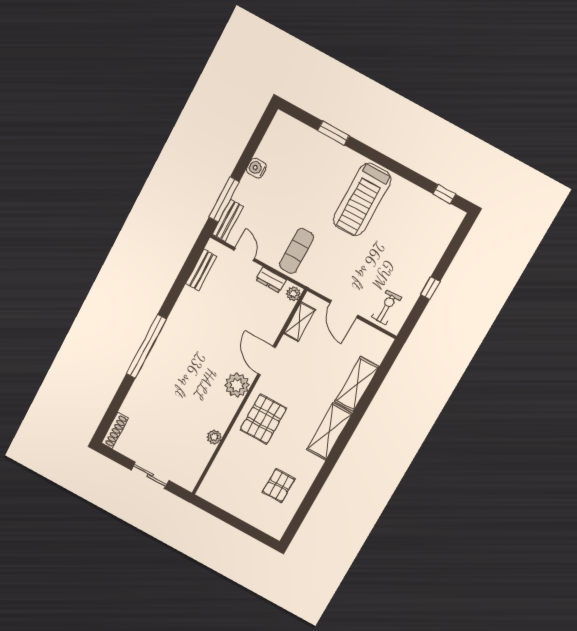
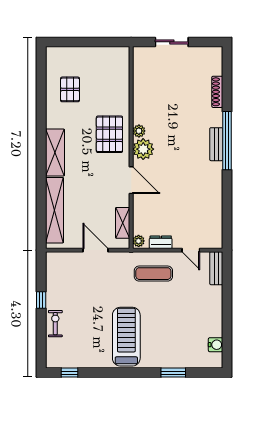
water cooler: (256, 168) -> (216, 345), moved
window: (224, 200) -> (227, 282), removed
exercise mat: (297, 251) -> (153, 274), turned 90
bench: (201, 270) -> (216, 144), moved
exercise bike: (386, 307) -> (55, 324), moved, turned 180
shelving: (357, 384) -> (55, 210), width x1.47
shoe rack: (115, 430) -> (217, 92), moved
plant: (214, 437) -> (139, 131), moved

